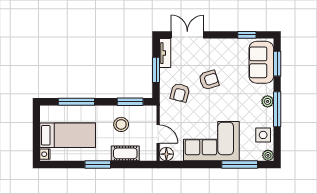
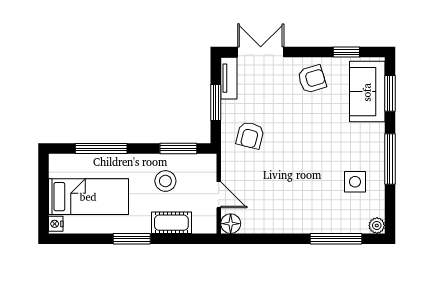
armchair: (209, 80) -> (312, 79), moved
plant: (268, 101) -> (376, 148), removed
side table: (263, 135) -> (355, 182), moved
corner sofa: (211, 141) -> (295, 205), removed

